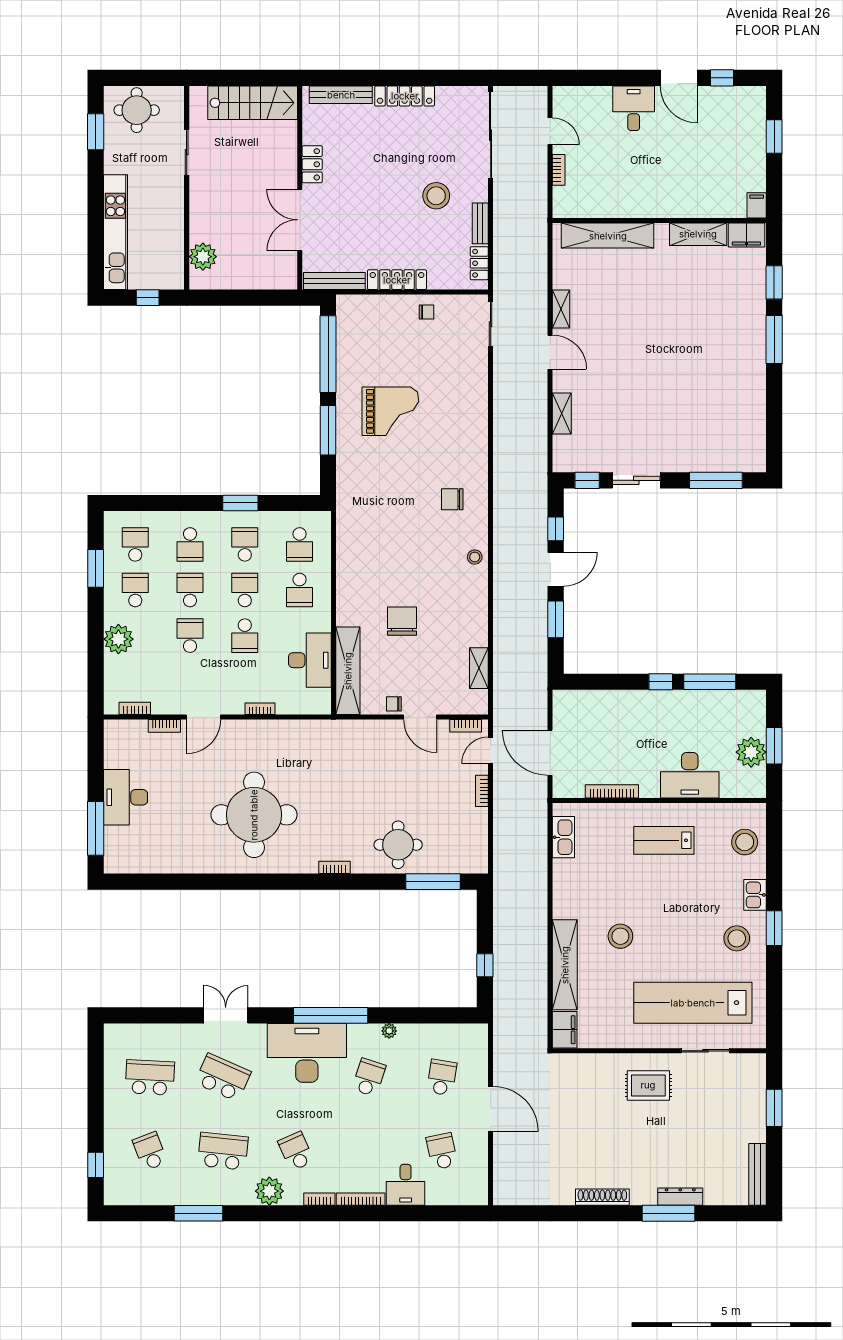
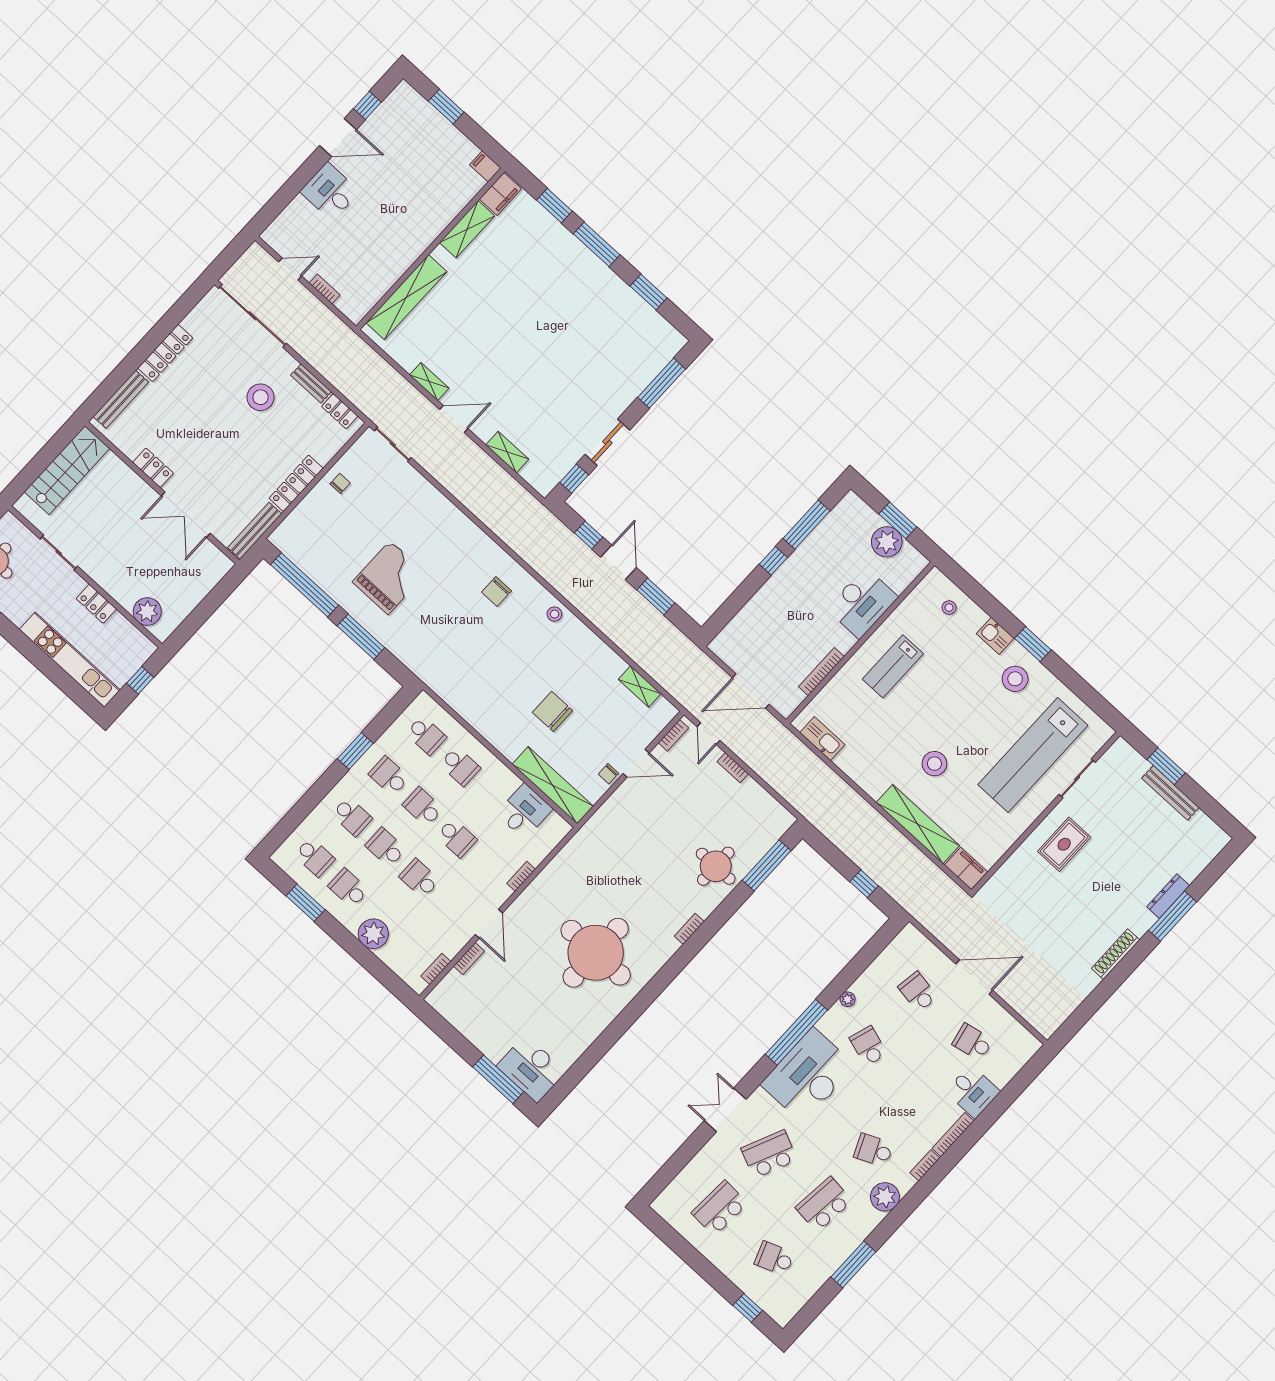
locker: (174, 214) -> (96, 604), added
window: (774, 410) -> (649, 292), added
school desk: (135, 544) -> (315, 857), turned 180
desk: (310, 660) -> (524, 811), width x0.73
desk: (126, 797) -> (531, 1069), moved
stool: (745, 842) -> (949, 608), width x0.53, depth x0.53
bench: (758, 1174) -> (1170, 793), moved

